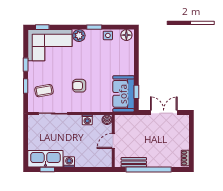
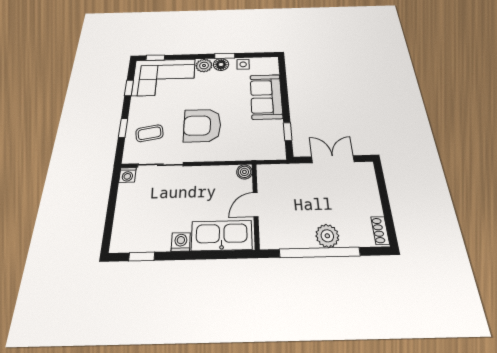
floor lamp: (126, 35) -> (221, 64), moved
window: (26, 65) -> (129, 88), moved
armchair: (79, 86) -> (202, 125), width x1.88, depth x1.88
sofa: (123, 94) -> (266, 96), moved
washing machine: (87, 120) -> (128, 175), moved
kitchen sink: (45, 159) -> (222, 235), moved
plant: (154, 160) -> (327, 236), added
bench: (134, 162) -> (293, 240), removed

